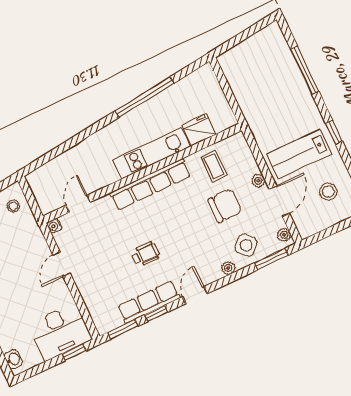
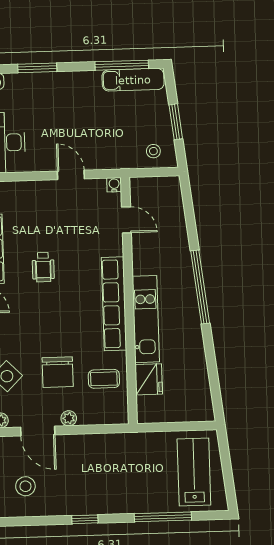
window: (144, 97) -> (200, 287), moved
lab bench: (299, 154) -> (194, 472), moved

